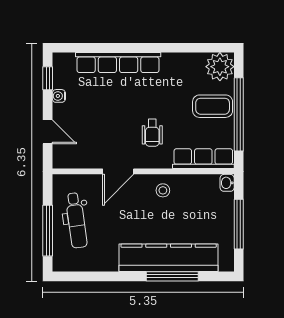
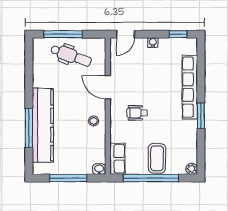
window: (156, 48) -> (201, 116), added
plant: (220, 67) -> (192, 169), width x0.53, depth x0.53
water cooler: (59, 96) -> (153, 43), moved
door: (48, 132) -> (125, 34), moved
row of seats: (203, 159) -> (117, 159), width x0.68
dental chair: (76, 220) -> (71, 56), turned -152

